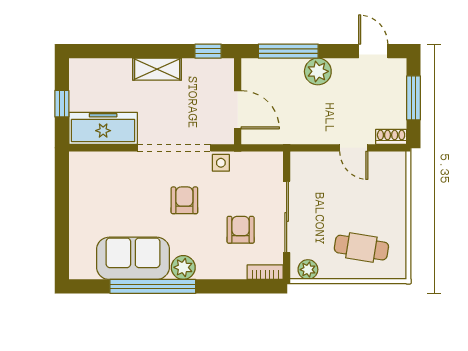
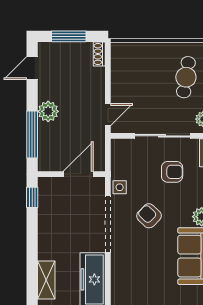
shelving: (157, 69) -> (46, 280), moved
door: (354, 148) -> (108, 115), moved
armchair: (184, 200) -> (149, 216), turned 44
armchair: (241, 230) -> (172, 172), turned 180

